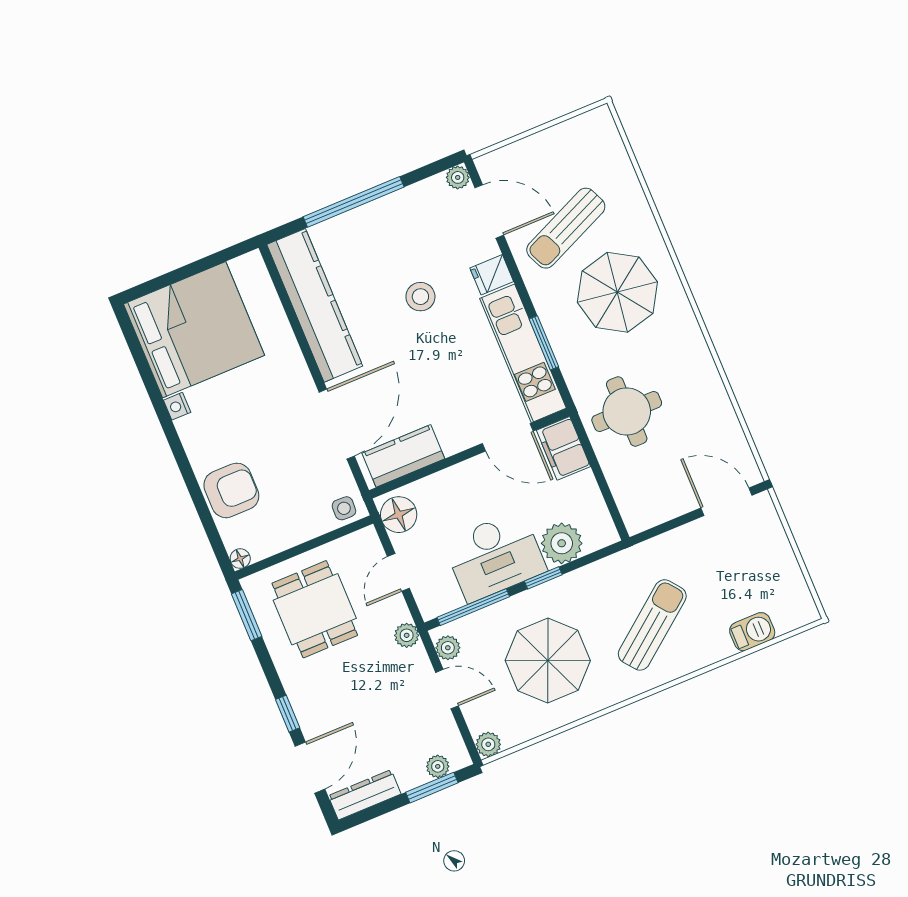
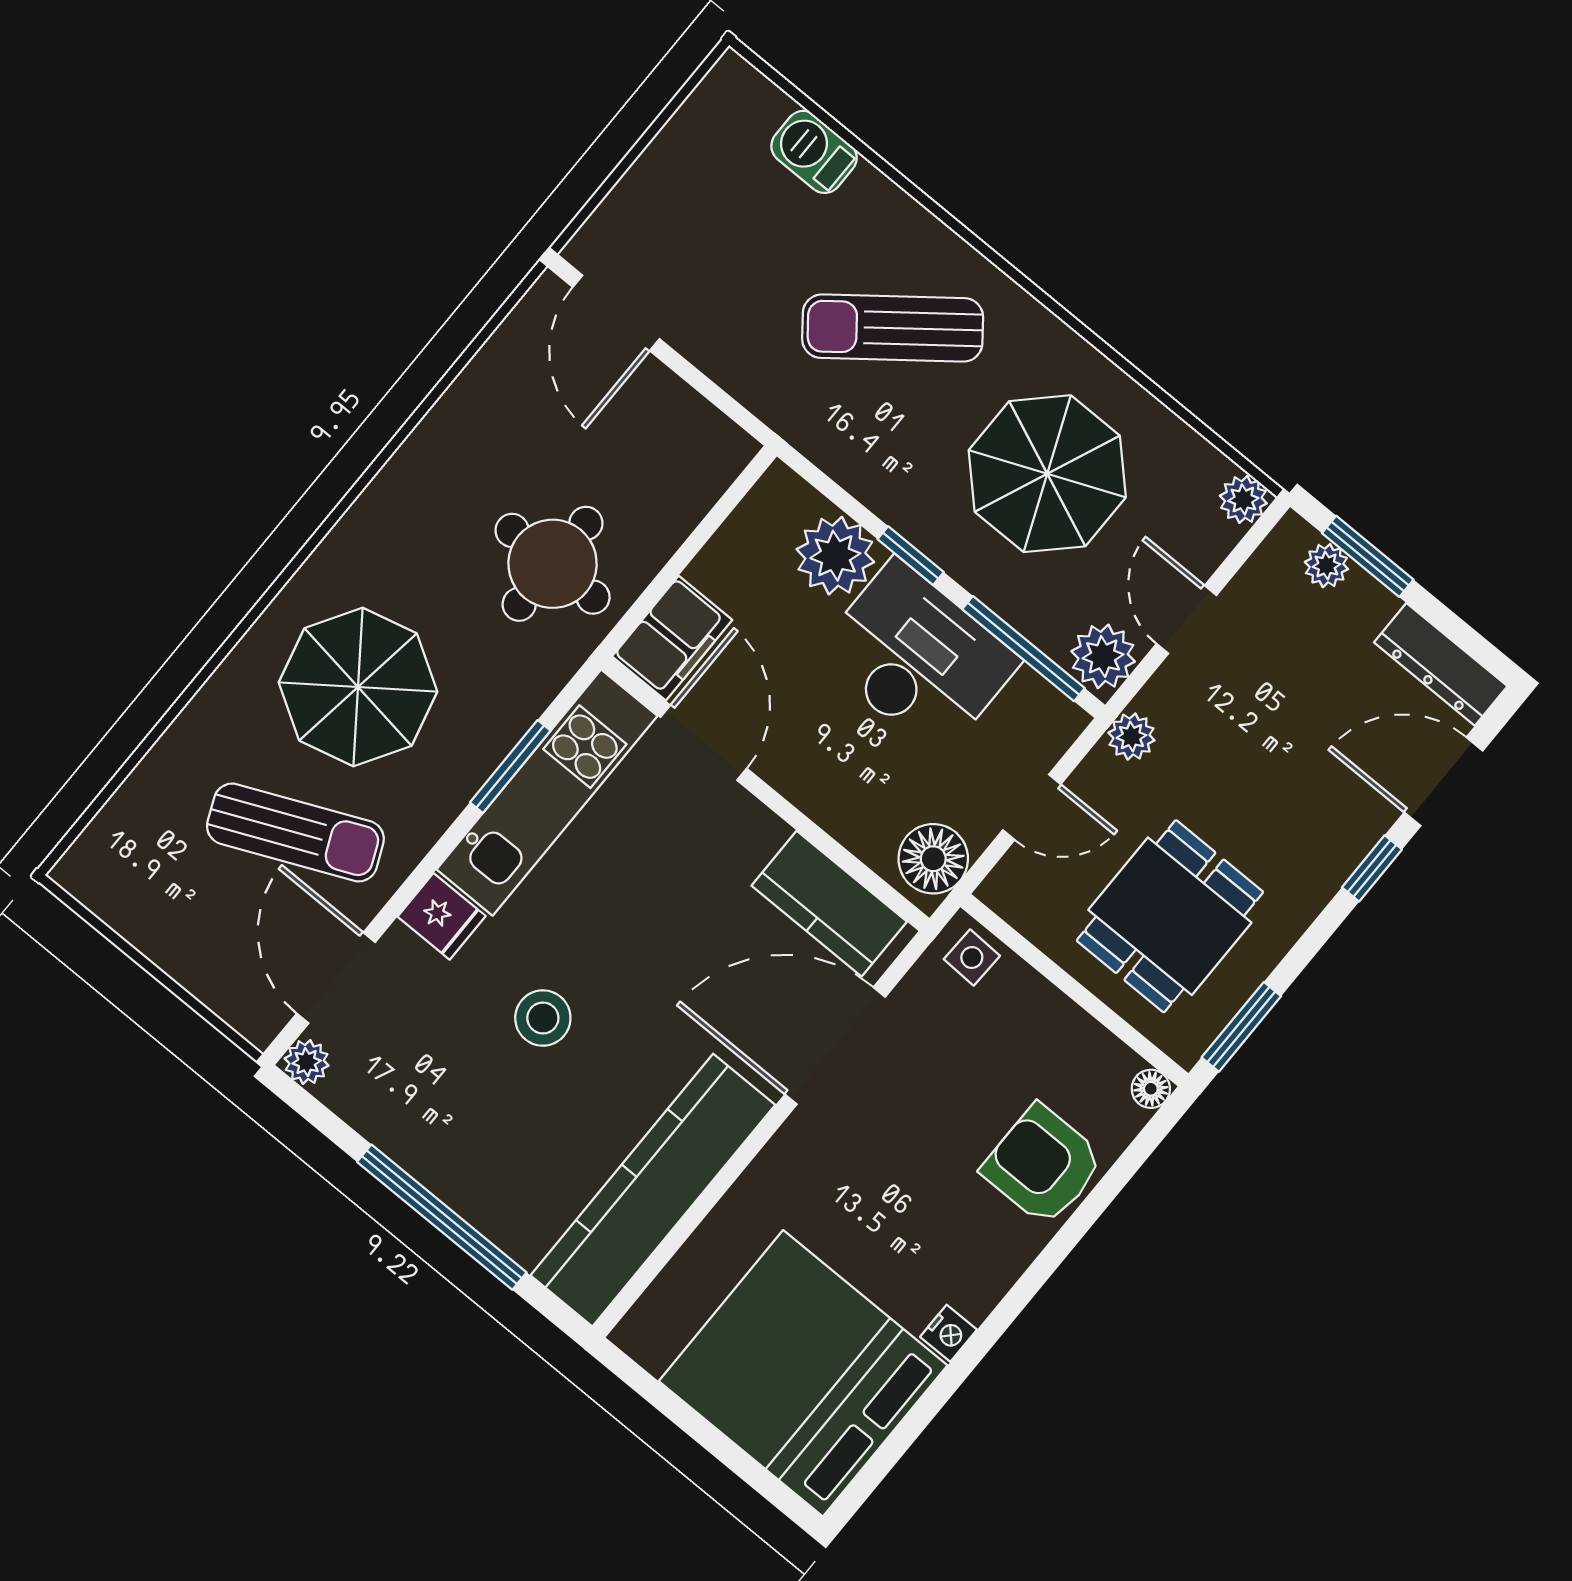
plant: (448, 648) -> (1103, 656), width x1.38, depth x1.38

